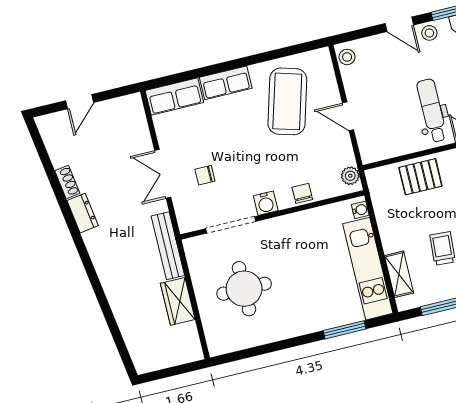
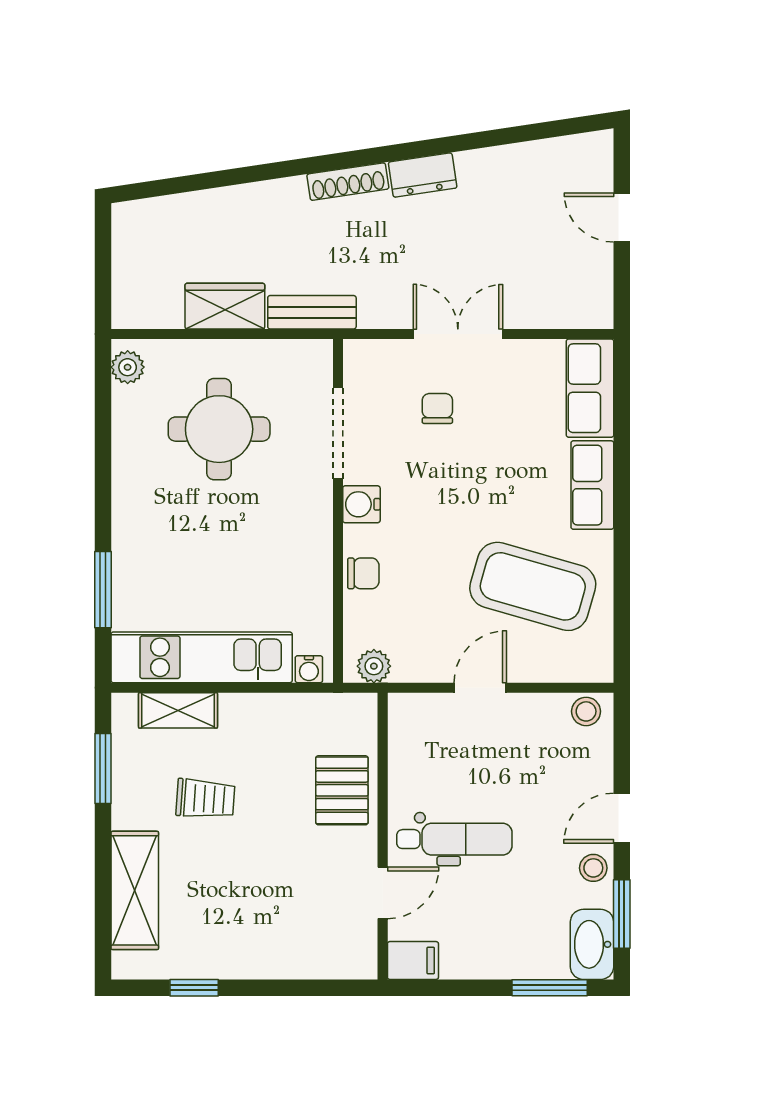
shoe rack: (67, 182) -> (348, 182), moved, width x1.43
bench: (168, 246) -> (312, 312), width x0.73
plant: (223, 345) -> (128, 367), added

